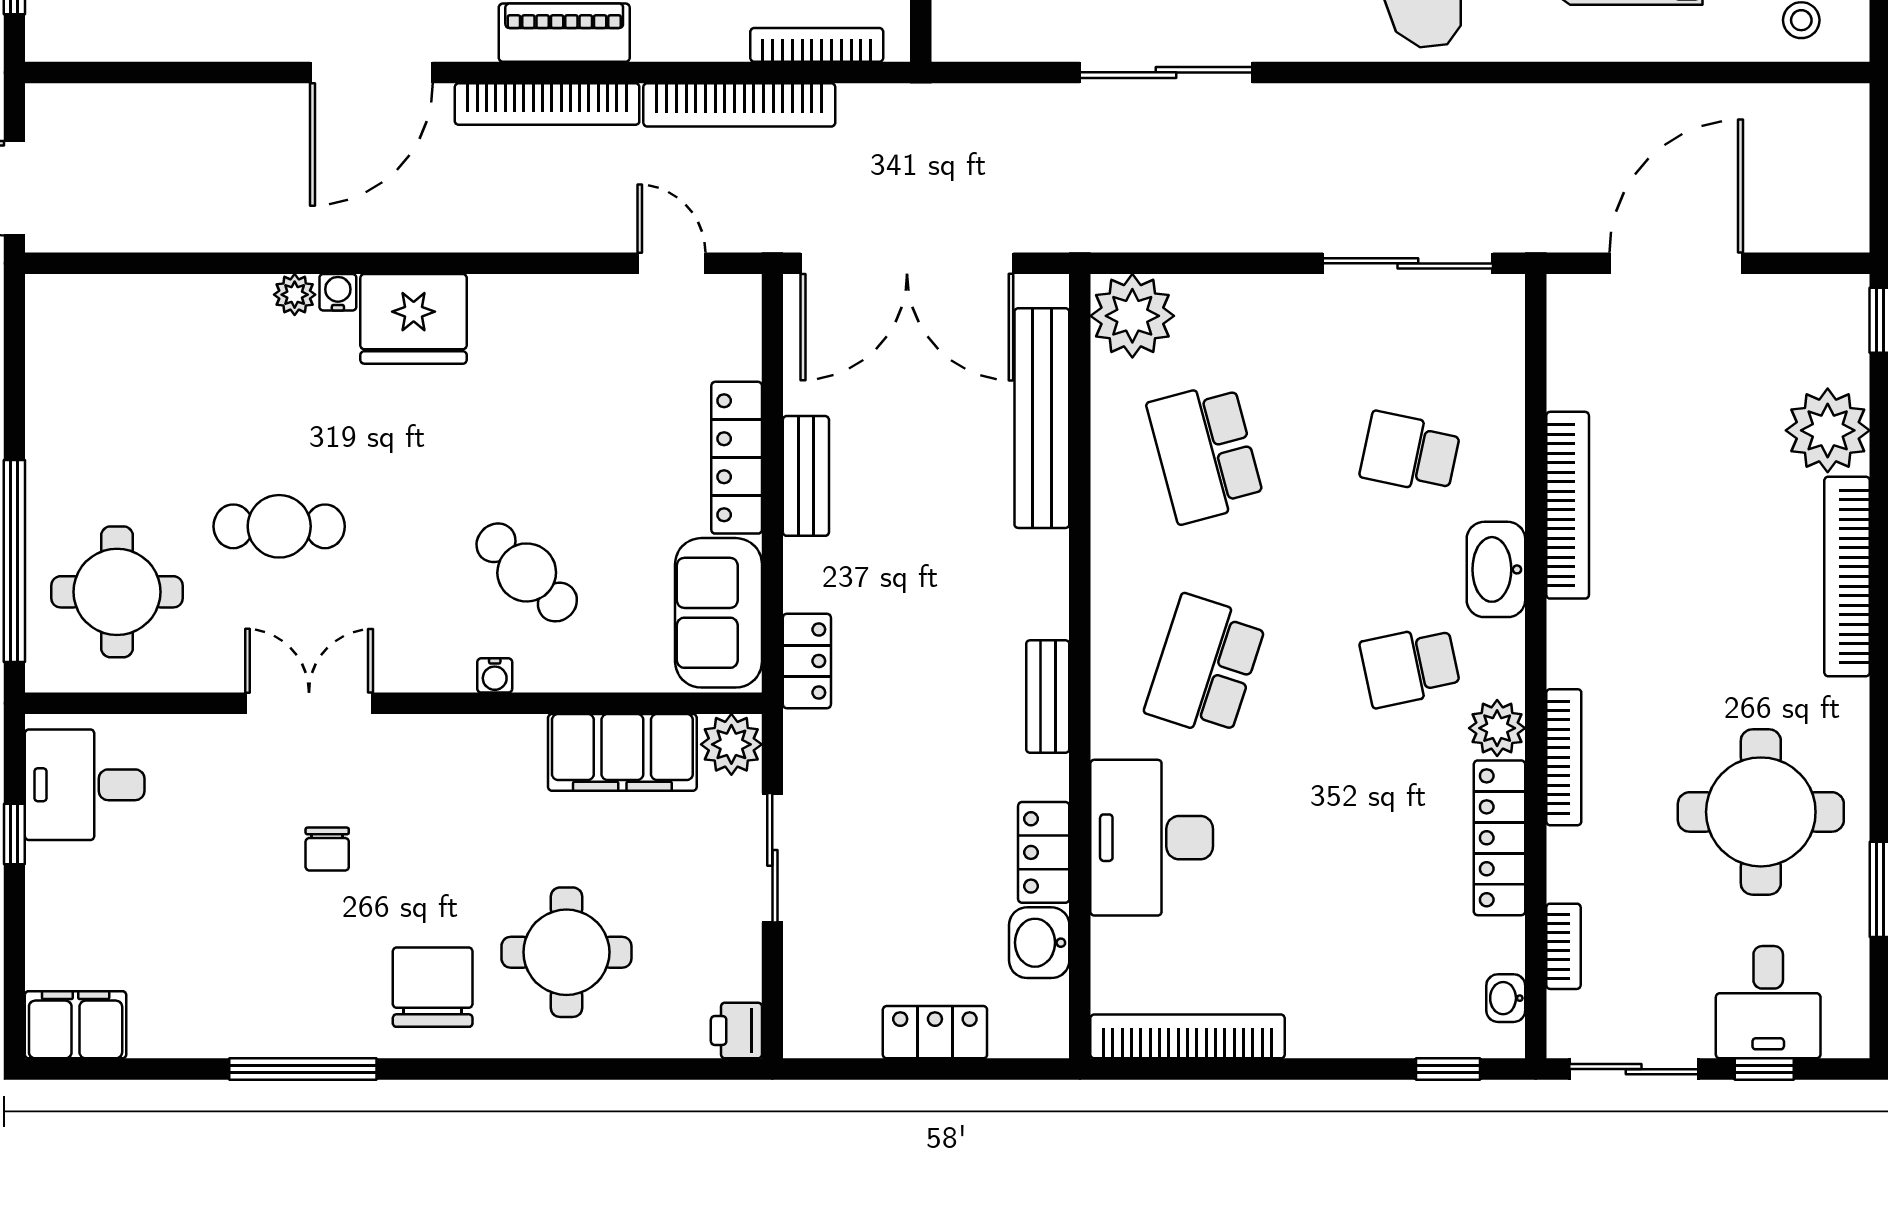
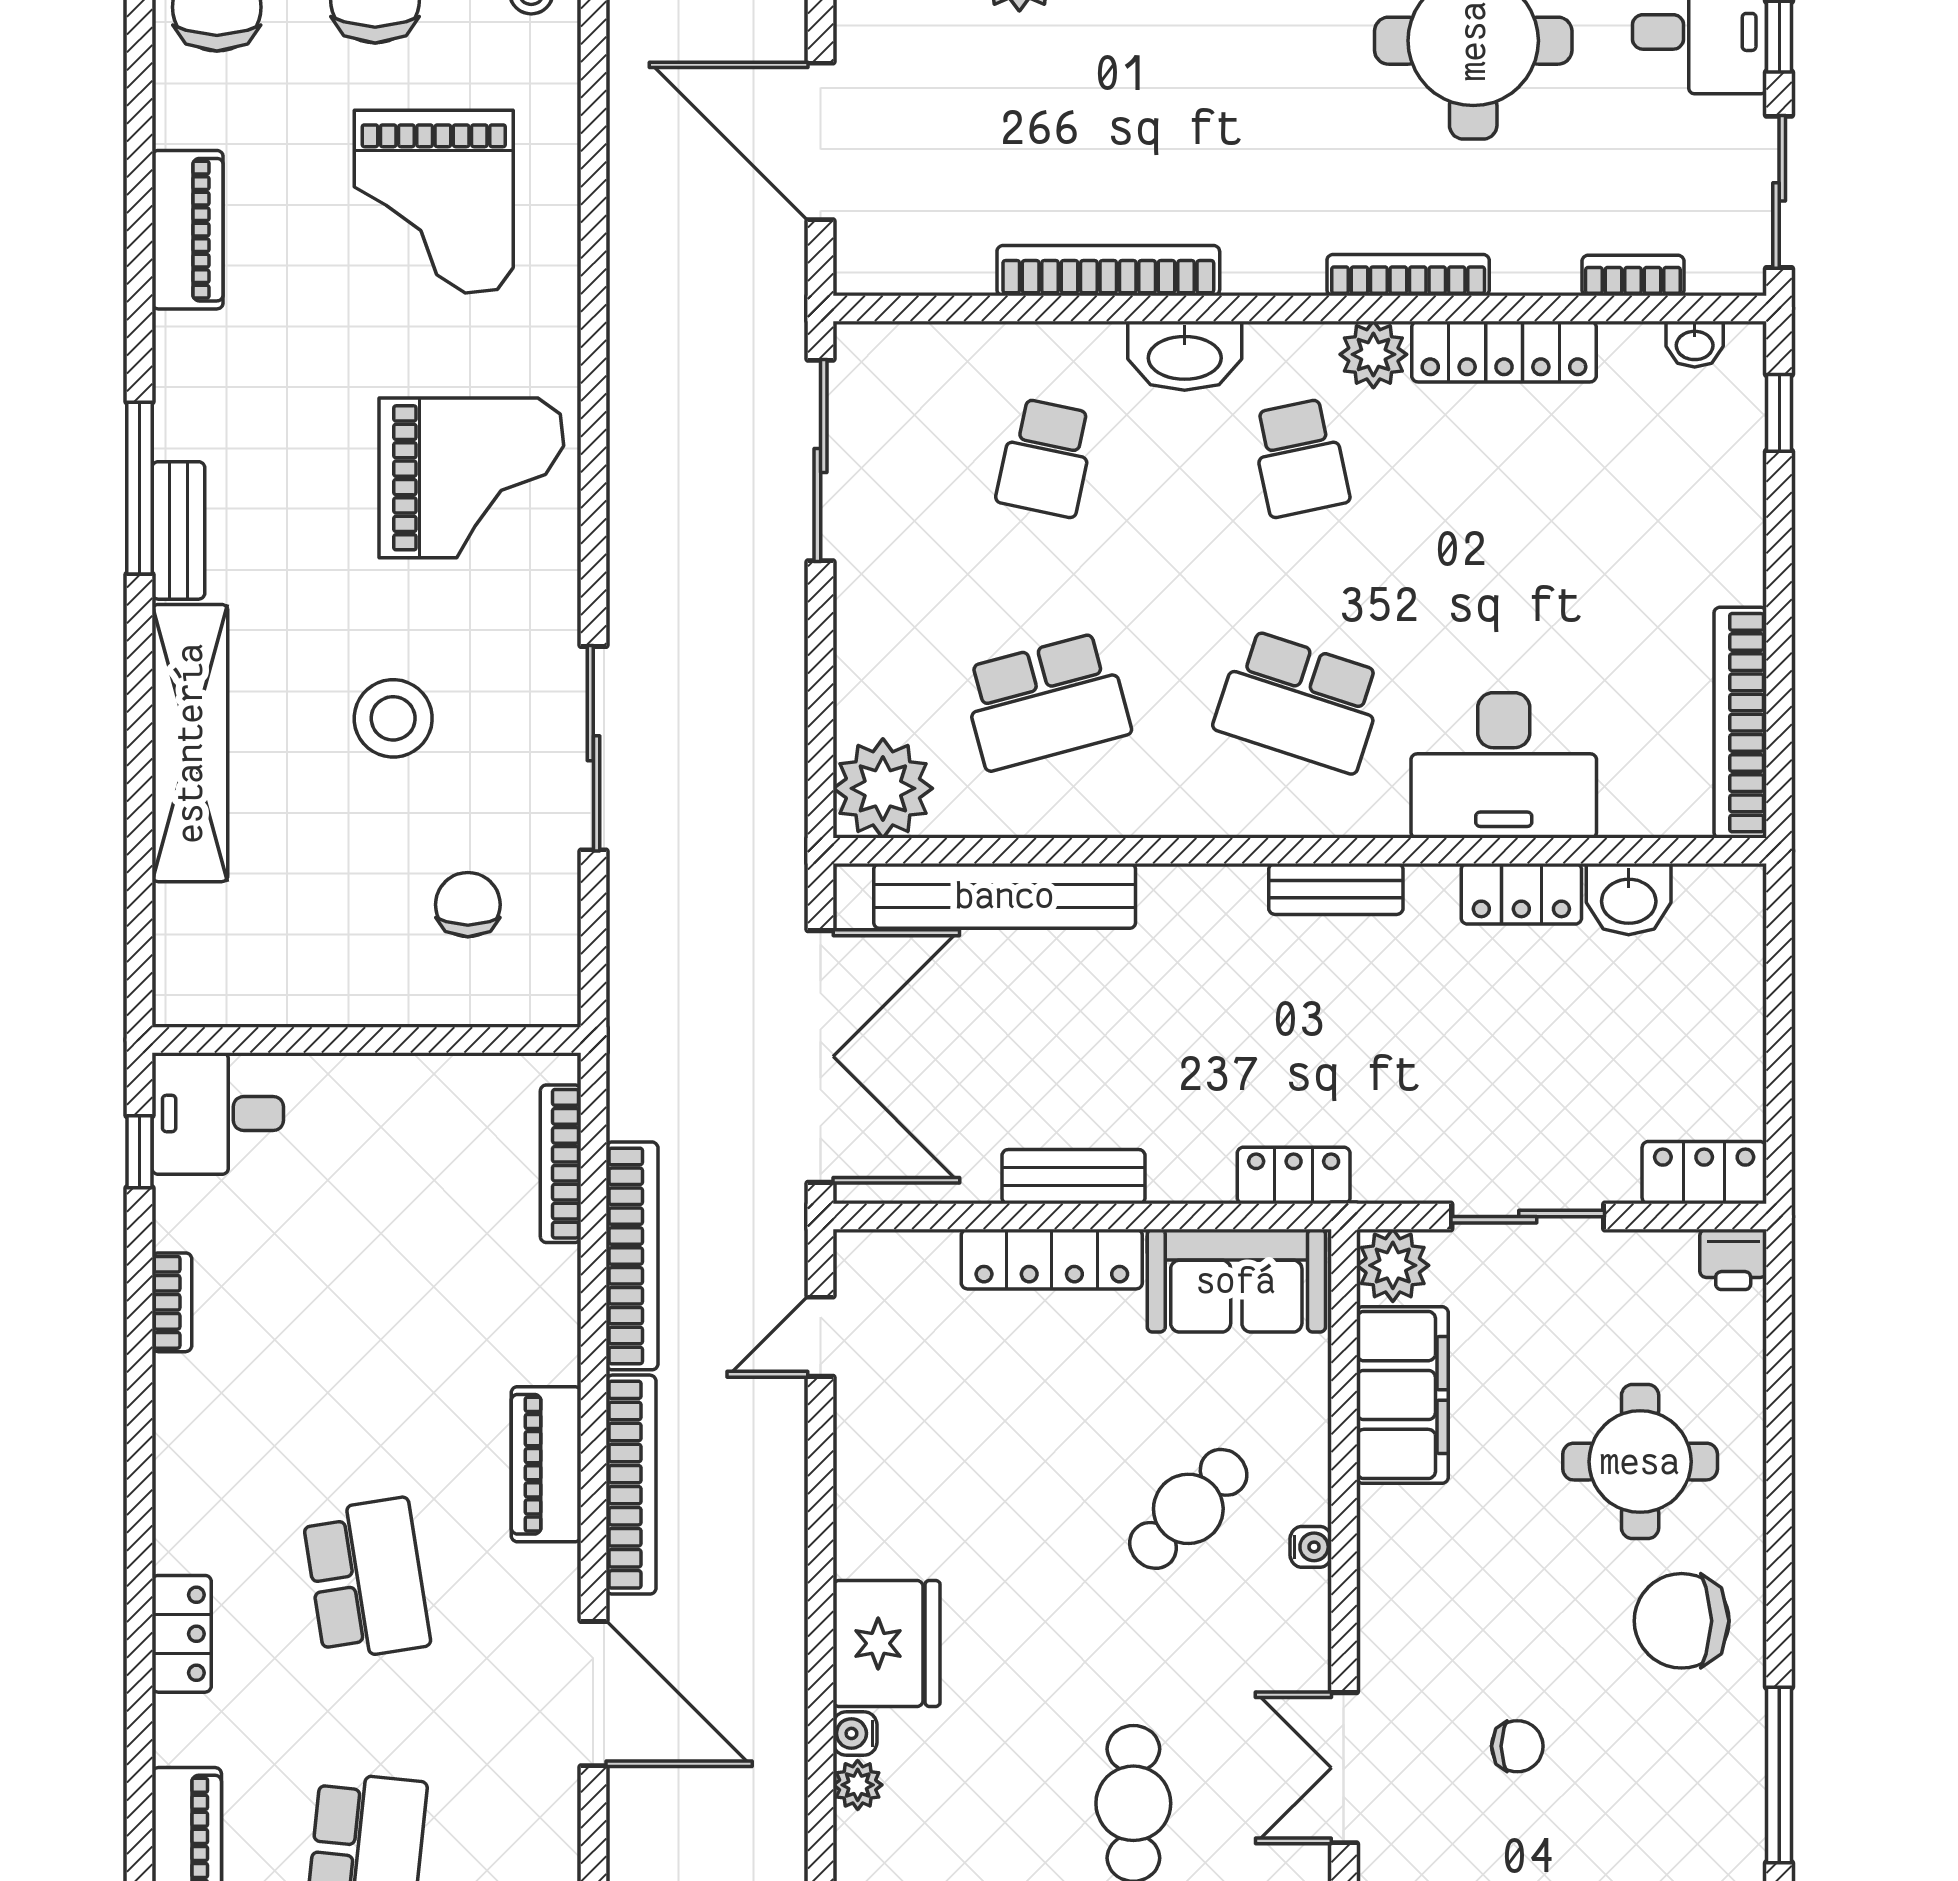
locker: (935, 1032) -> (1704, 1173), moved, turned 90

